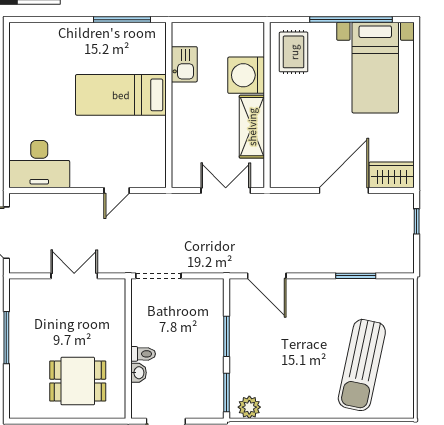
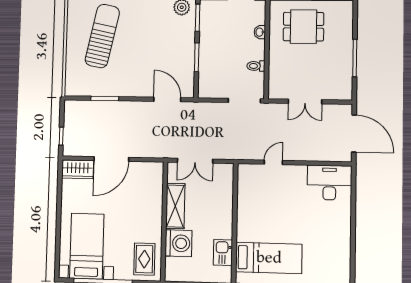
bed: (121, 95) -> (269, 258), moved
toilet: (143, 354) -> (256, 66), moved

